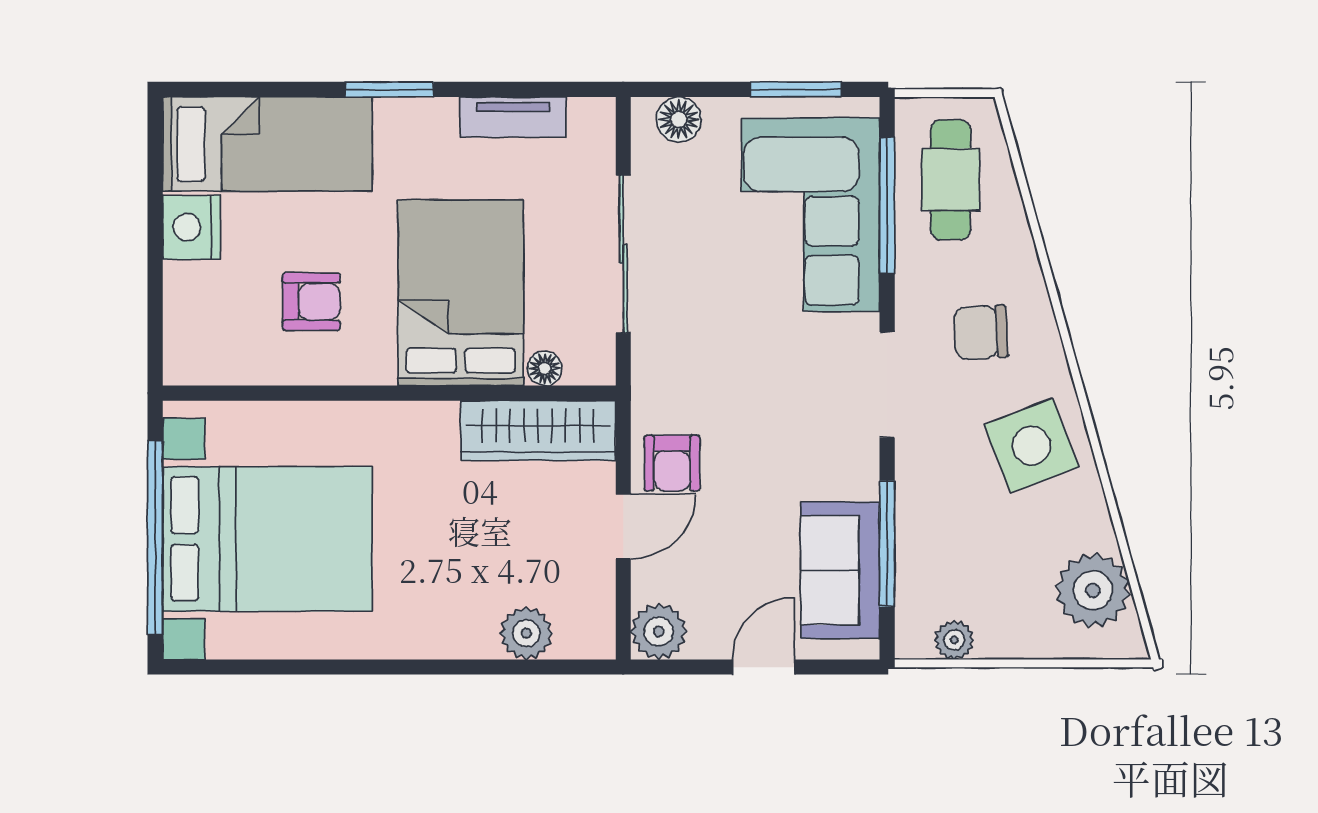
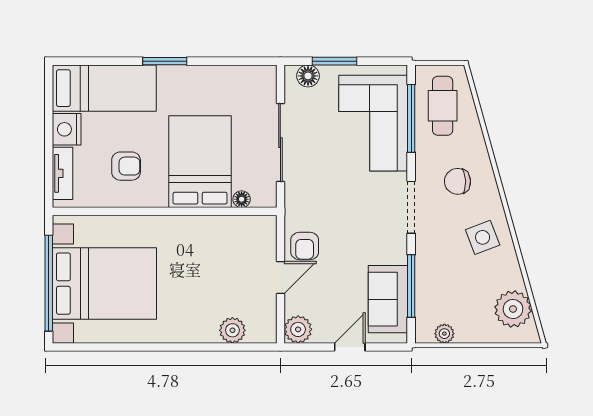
window: (796, 89) -> (335, 61), moved
tv unit: (513, 117) -> (63, 173), moved, turned -90
wardrobe: (538, 431) -> (238, 230), removed
side table: (1031, 446) -> (483, 237), width x0.73, depth x0.73

